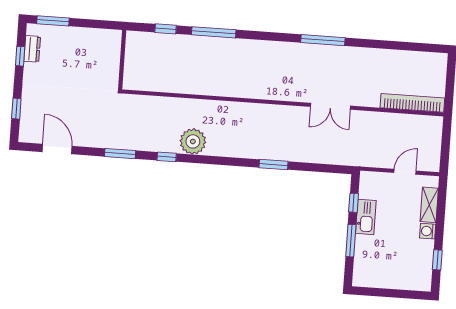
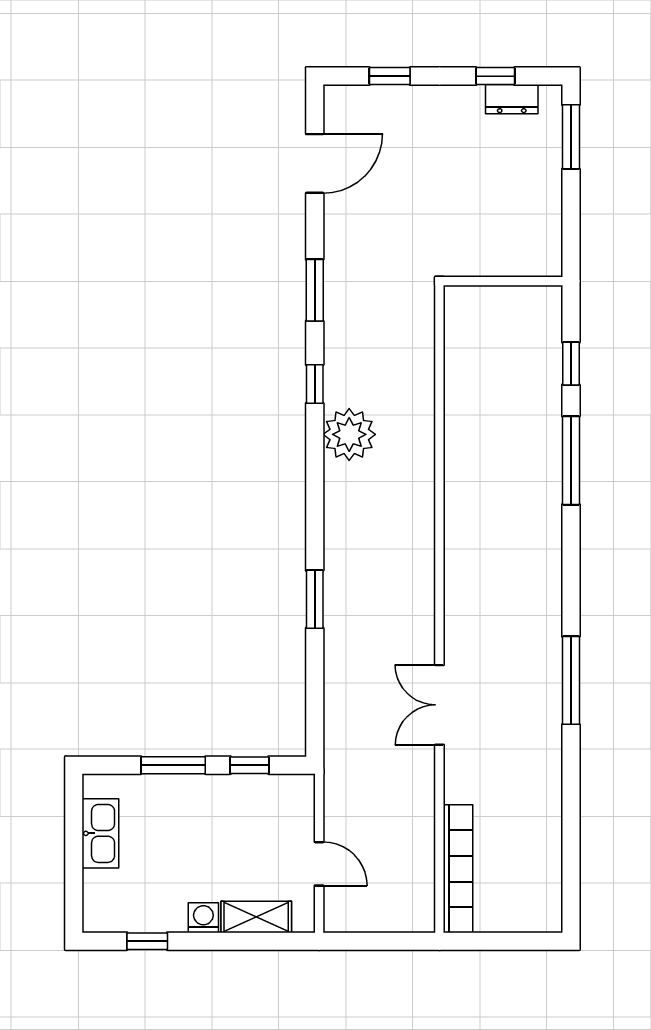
kitchen sink: (366, 217) -> (100, 833), moved, turned -90

